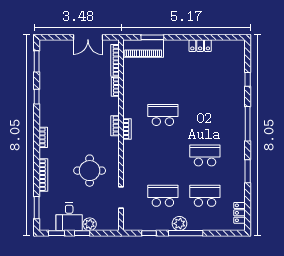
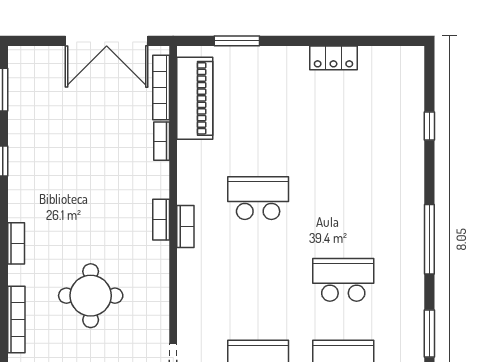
double door: (88, 37) -> (107, 41), width x1.37
piano: (143, 49) -> (195, 98), moved, turned -90
window: (248, 124) -> (429, 239), moved
round table: (90, 171) -> (91, 296), moved
window: (248, 171) -> (429, 333), moved

